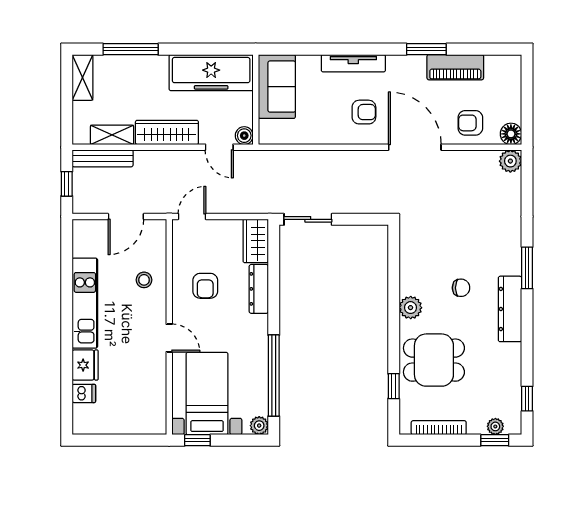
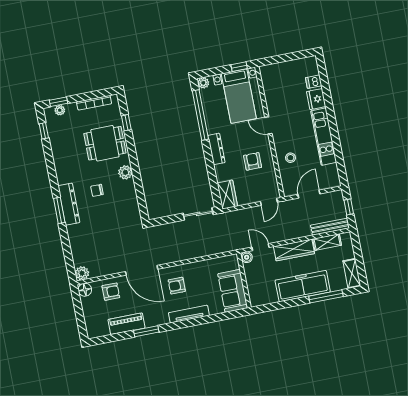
freezer: (211, 73) -> (303, 286), moved
dresser: (259, 289) -> (216, 149), moved
dresser: (510, 309) -> (69, 204), moved

